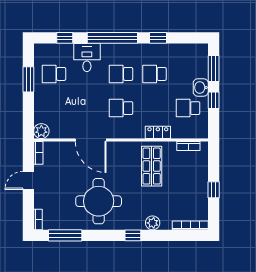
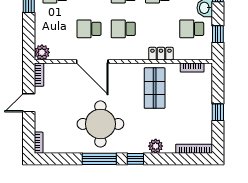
window: (214, 100) -> (218, 34), moved
school desk: (87, 108) -> (89, 29), added
window: (65, 235) -> (99, 159), moved

